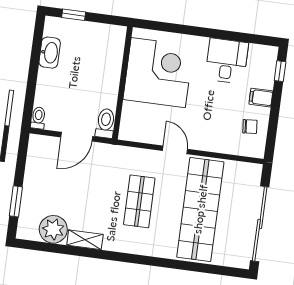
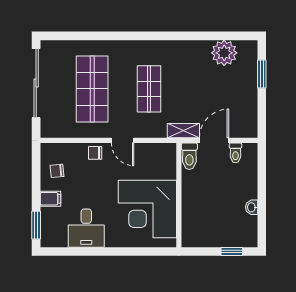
washbasin: (50, 53) -> (252, 207), width x0.52, depth x0.69
window: (280, 71) -> (36, 225), width x1.50
toilet: (38, 118) -> (235, 153), moved
chair: (206, 140) -> (95, 153), added
shop shelf: (200, 209) -> (92, 89), width x0.71
shelving: (85, 240) -> (183, 131), moved

